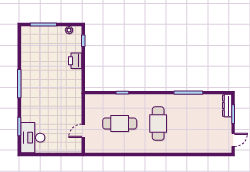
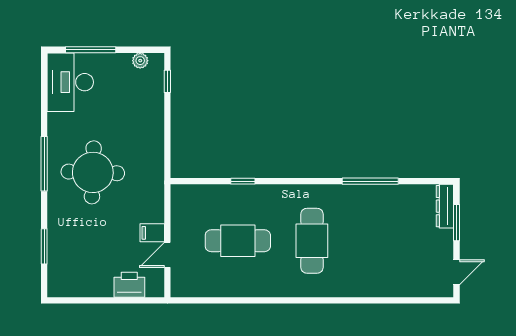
printer: (75, 61) -> (129, 285), moved, turned 90
round table: (44, 88) -> (93, 172), added
filing cabinet: (75, 119) -> (152, 233), added
desk: (33, 138) -> (70, 82), moved

